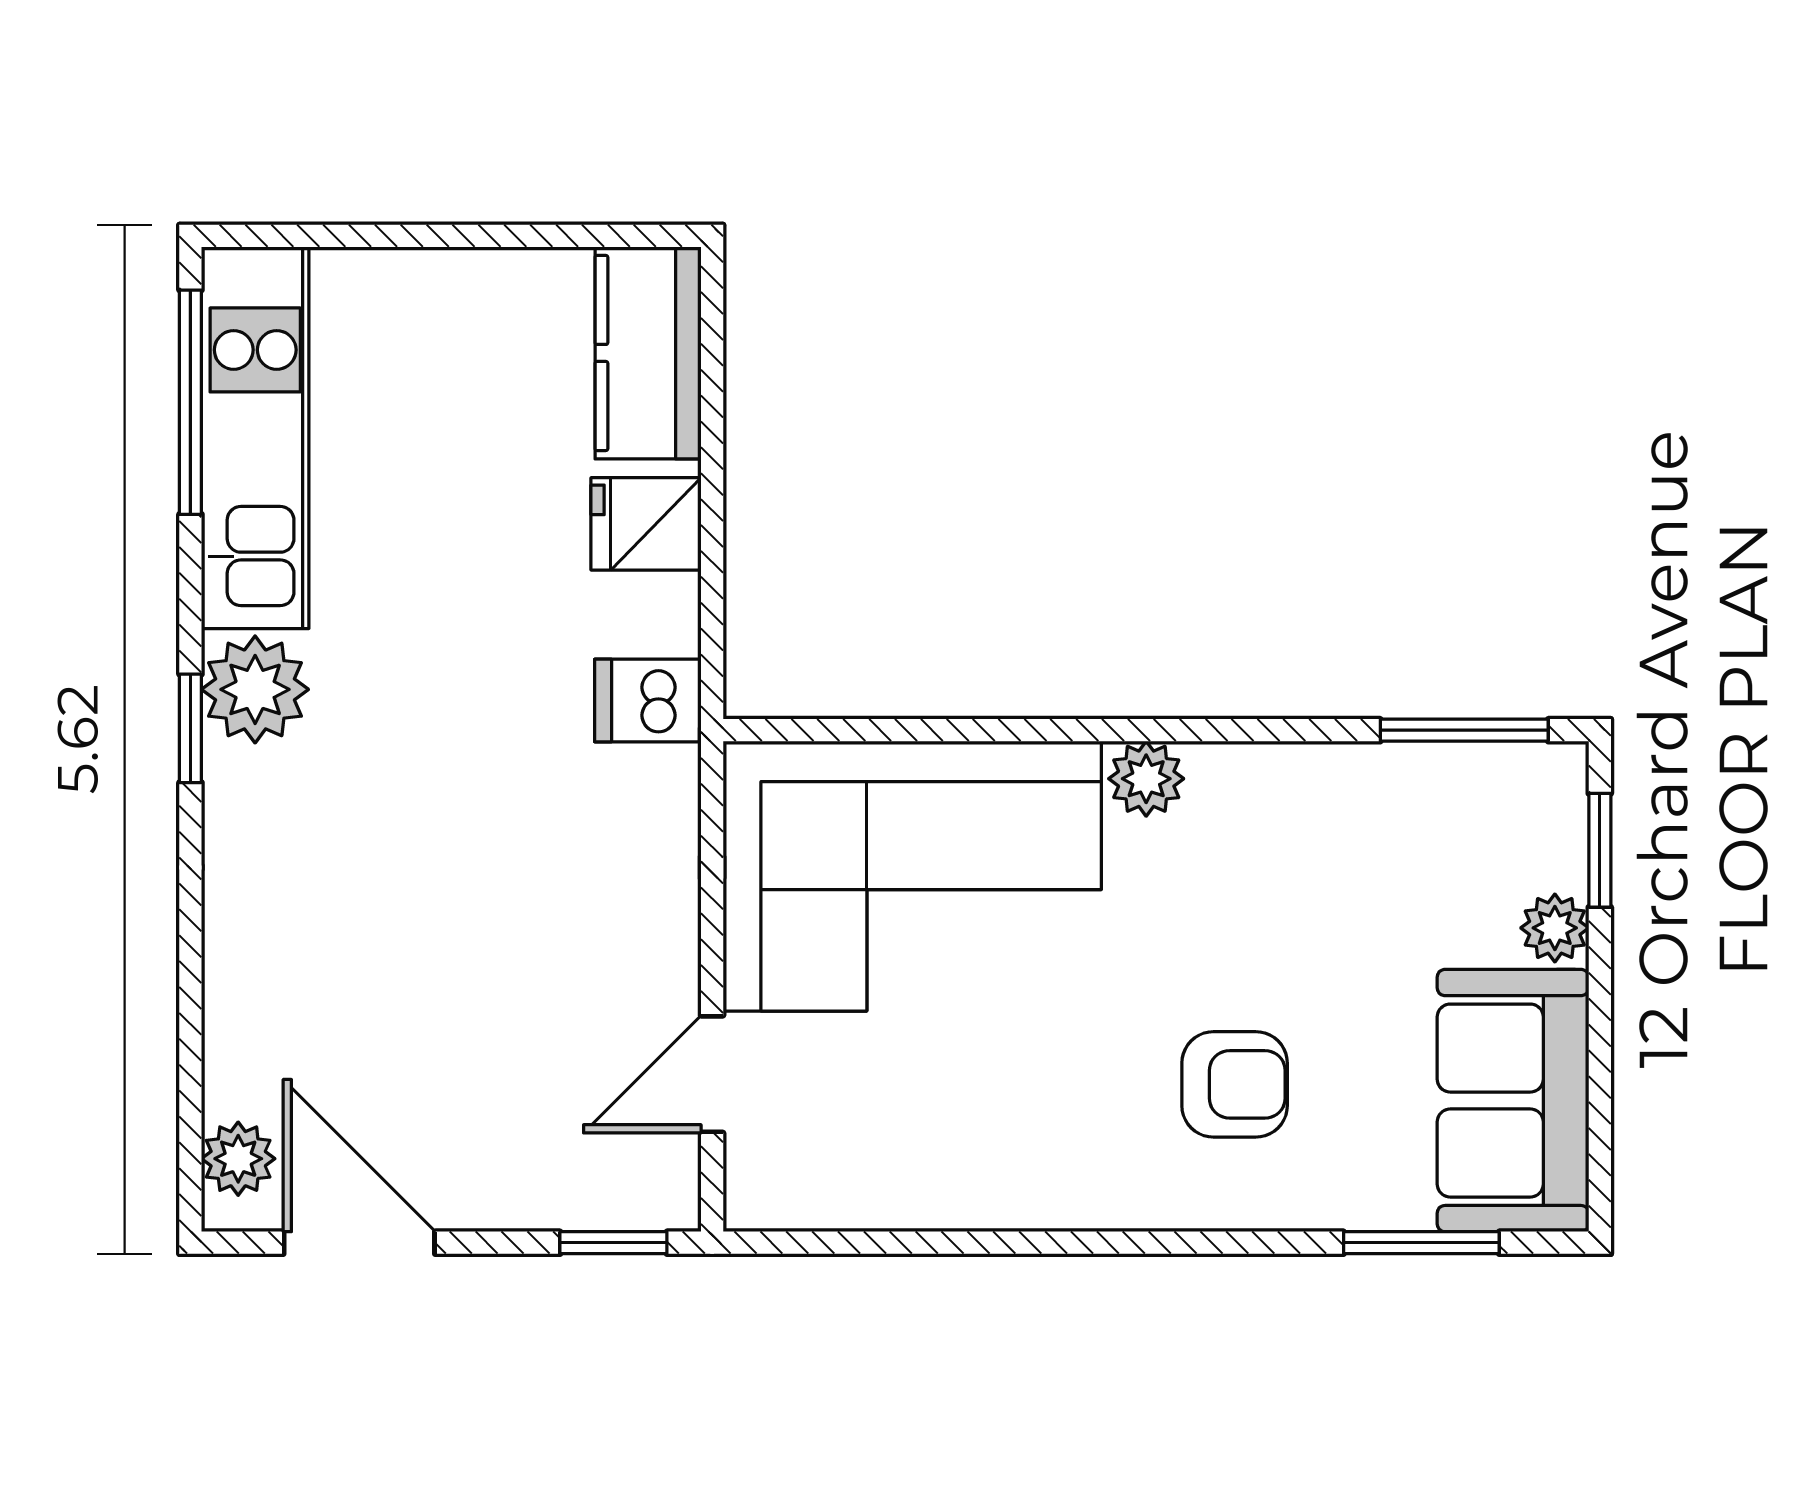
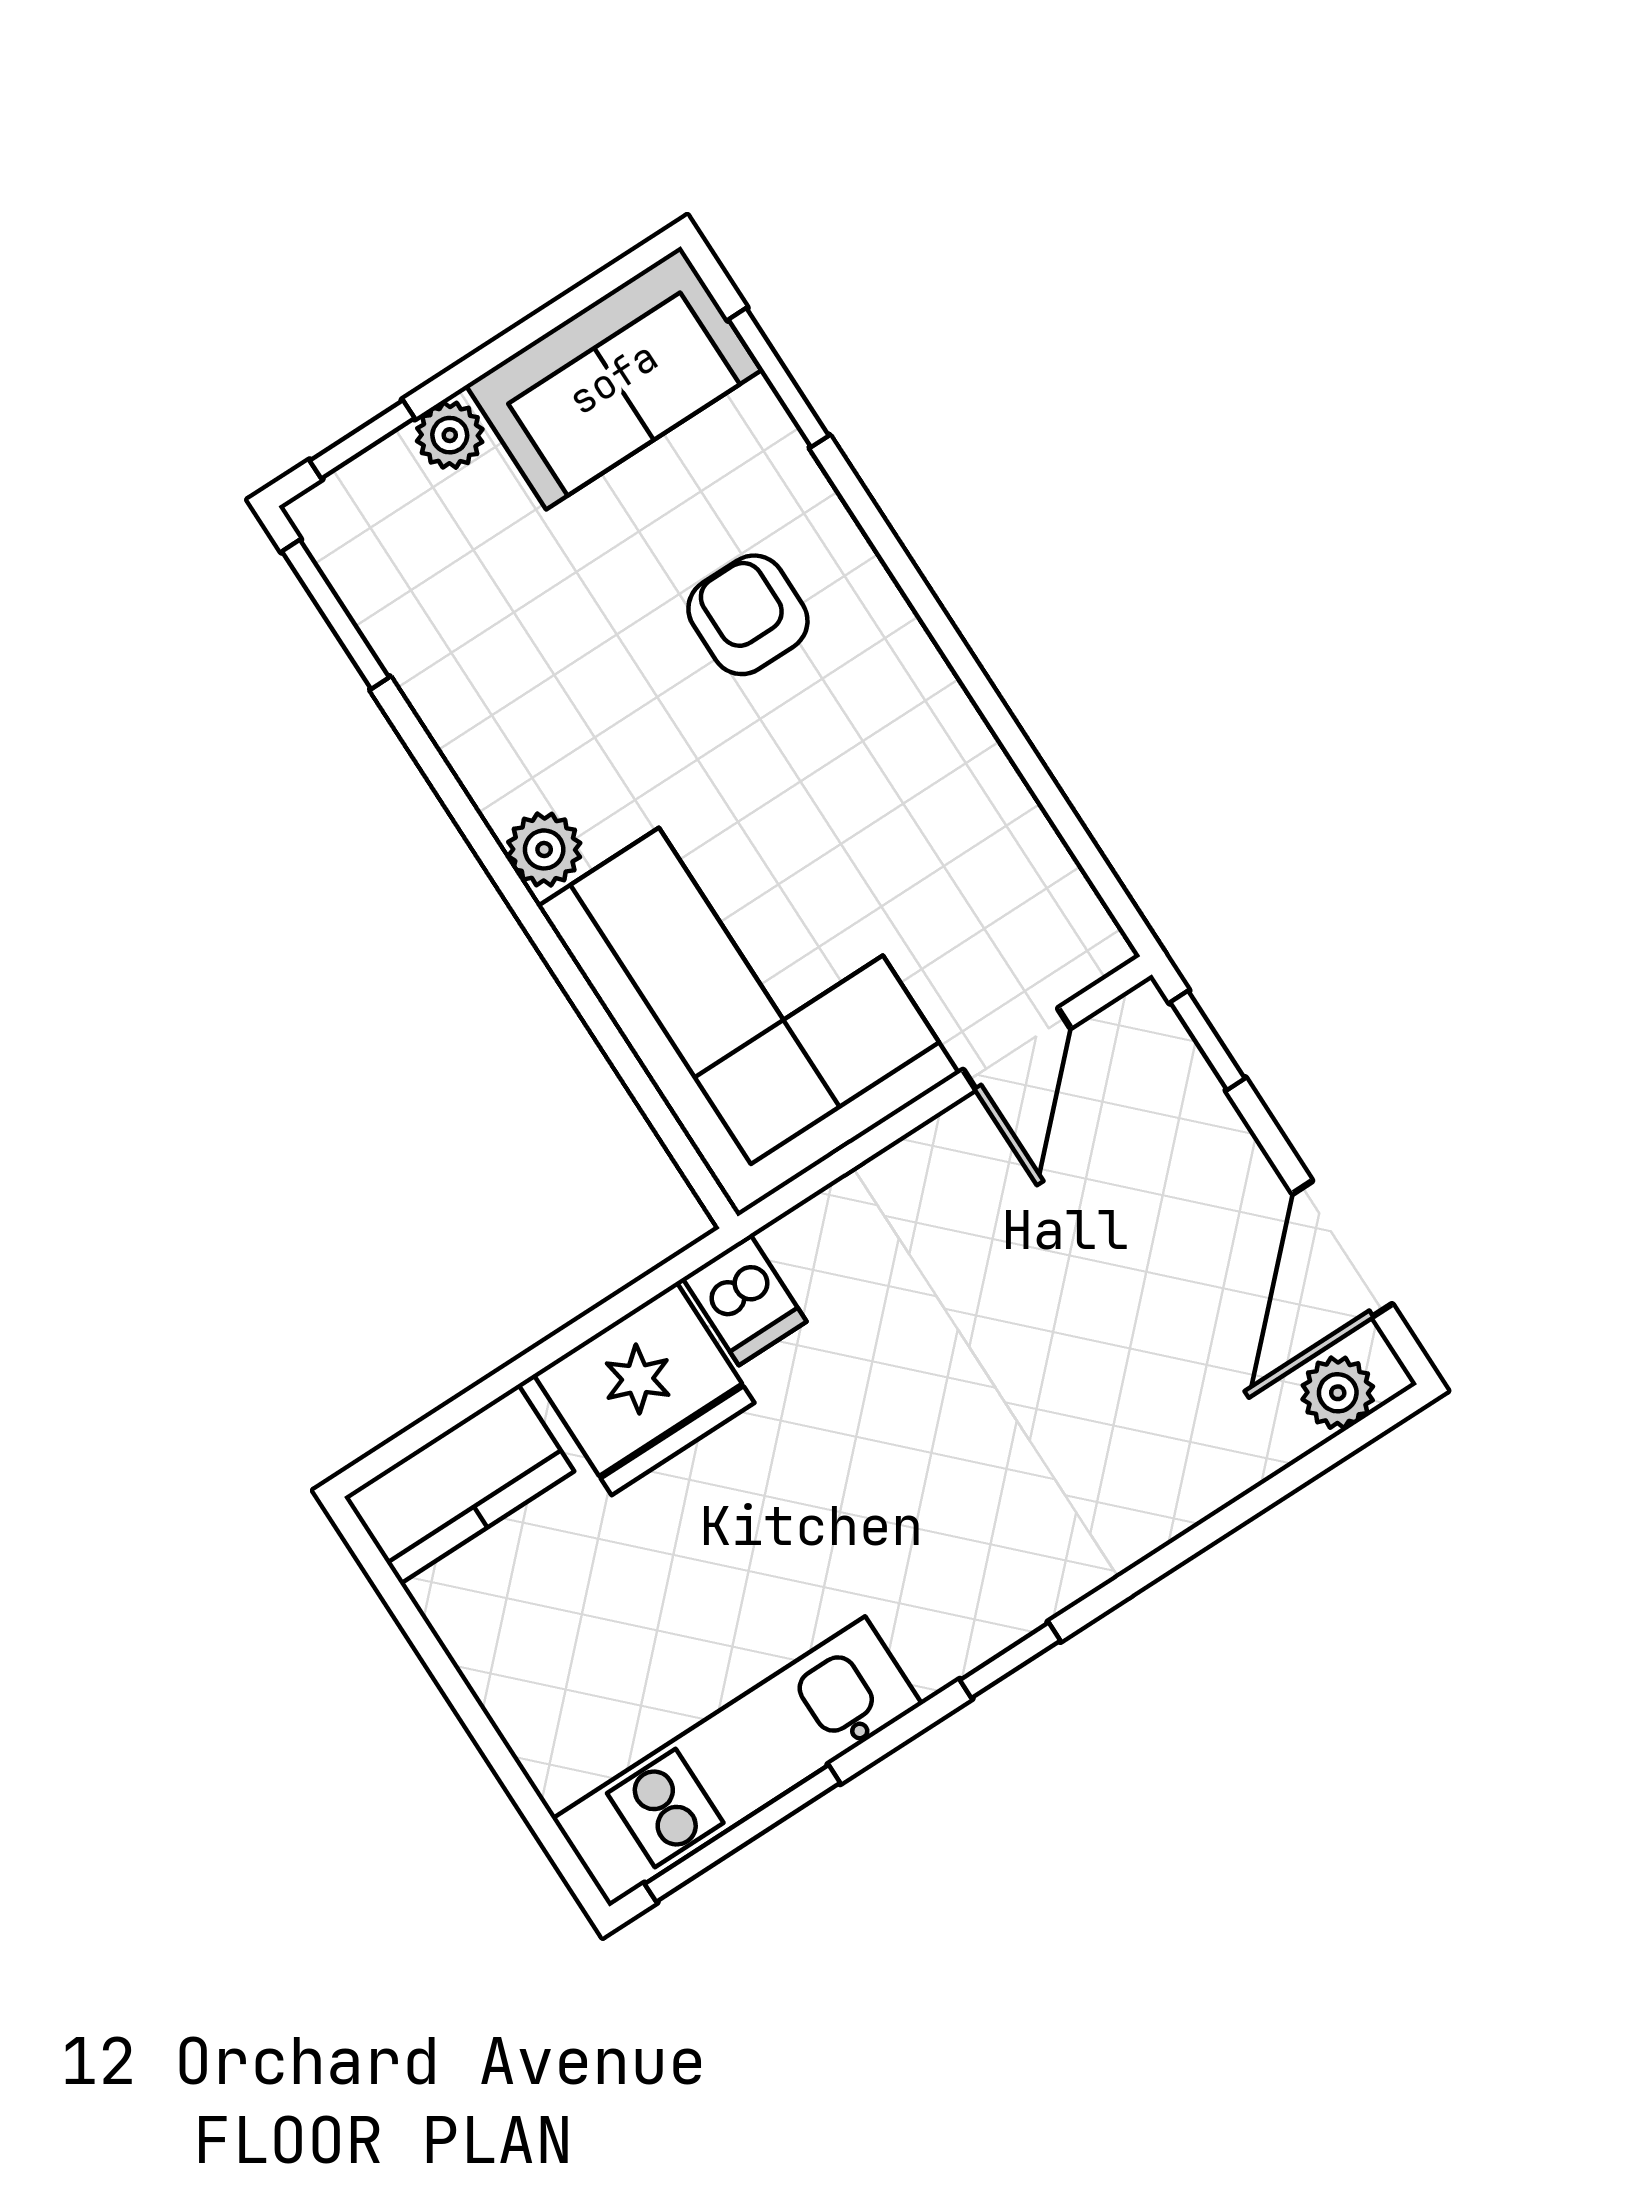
fridge: (646, 524) -> (644, 1389), width x1.88, depth x1.34
plant: (255, 689) -> (944, 1628), removed
door: (712, 1074) -> (1017, 1049), hinge flipped

